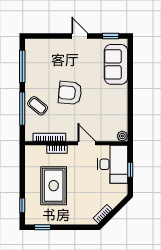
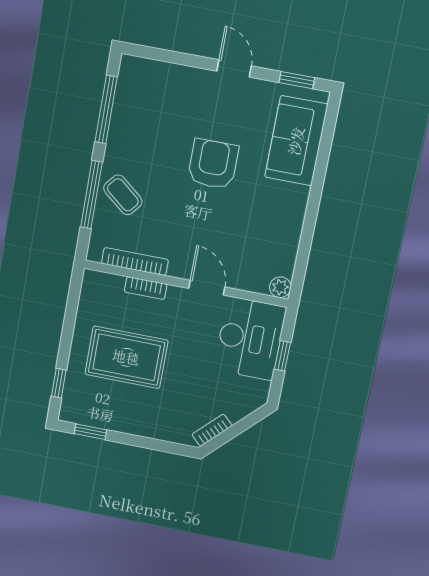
armchair: (70, 93) -> (213, 164), moved, turned 85
rug: (54, 186) -> (126, 357), turned 90

